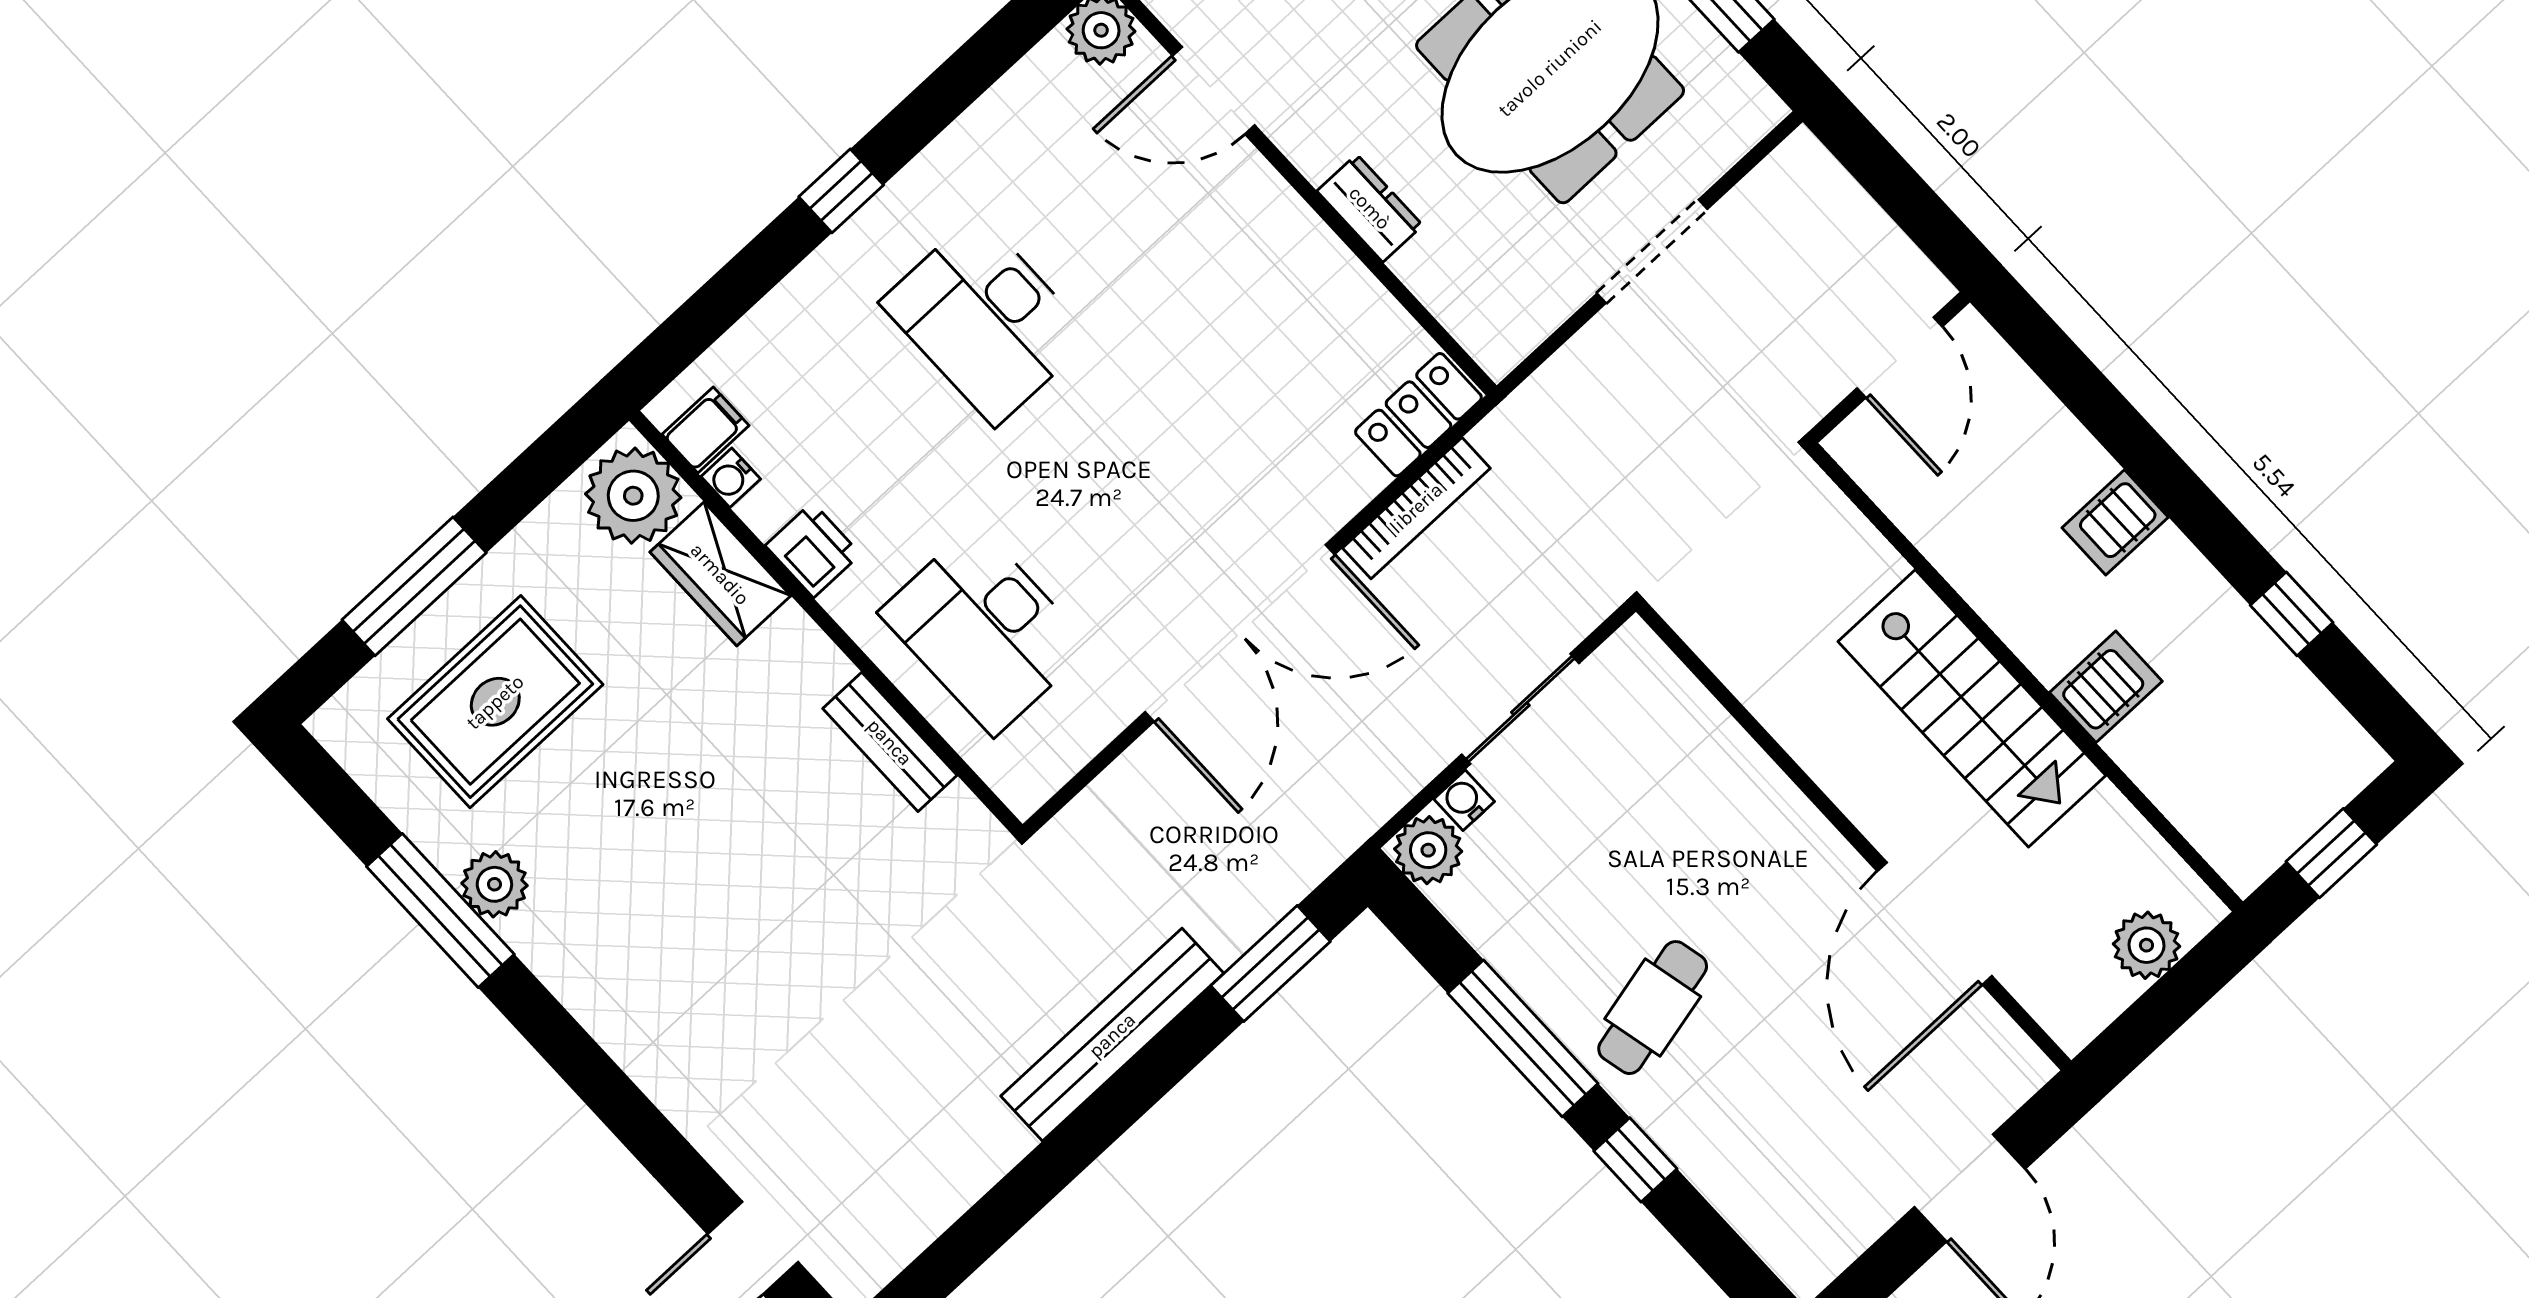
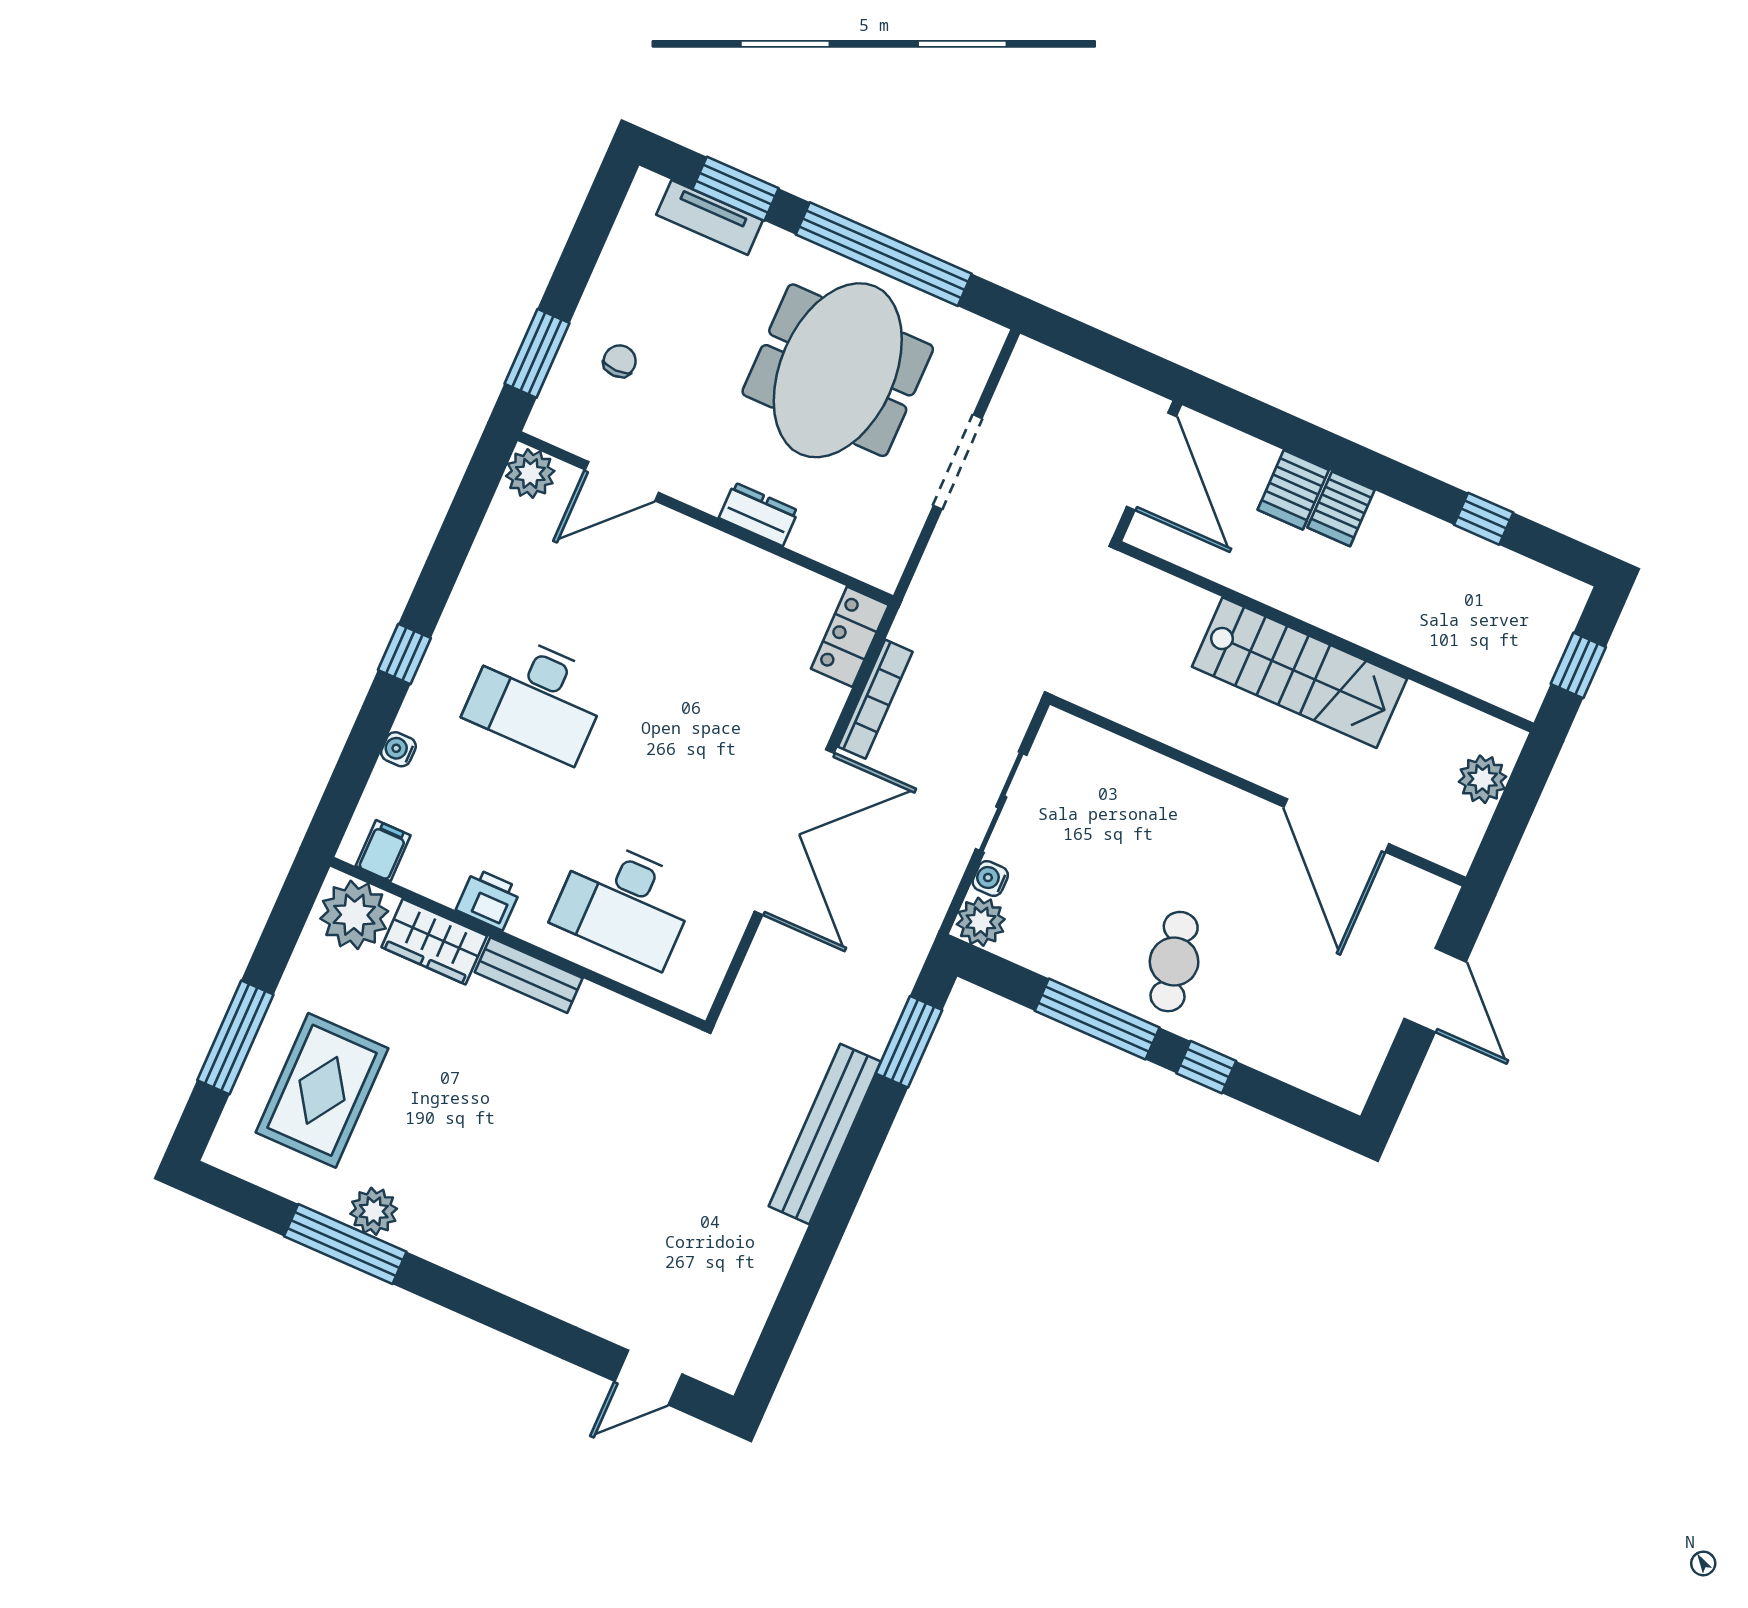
door: (1900, 357) -> (1151, 461), width x1.36
water cooler: (731, 478) -> (398, 749), moved, turned 90
server rack: (2106, 687) -> (1293, 490), moved, turned 180
bench: (890, 742) -> (529, 975), moved

